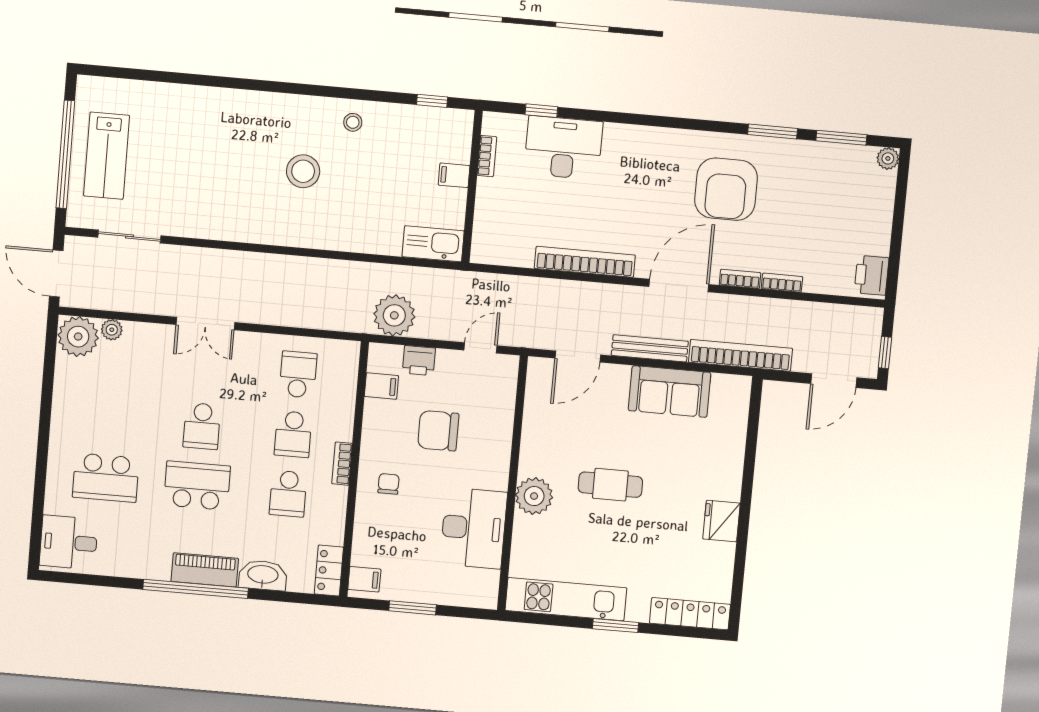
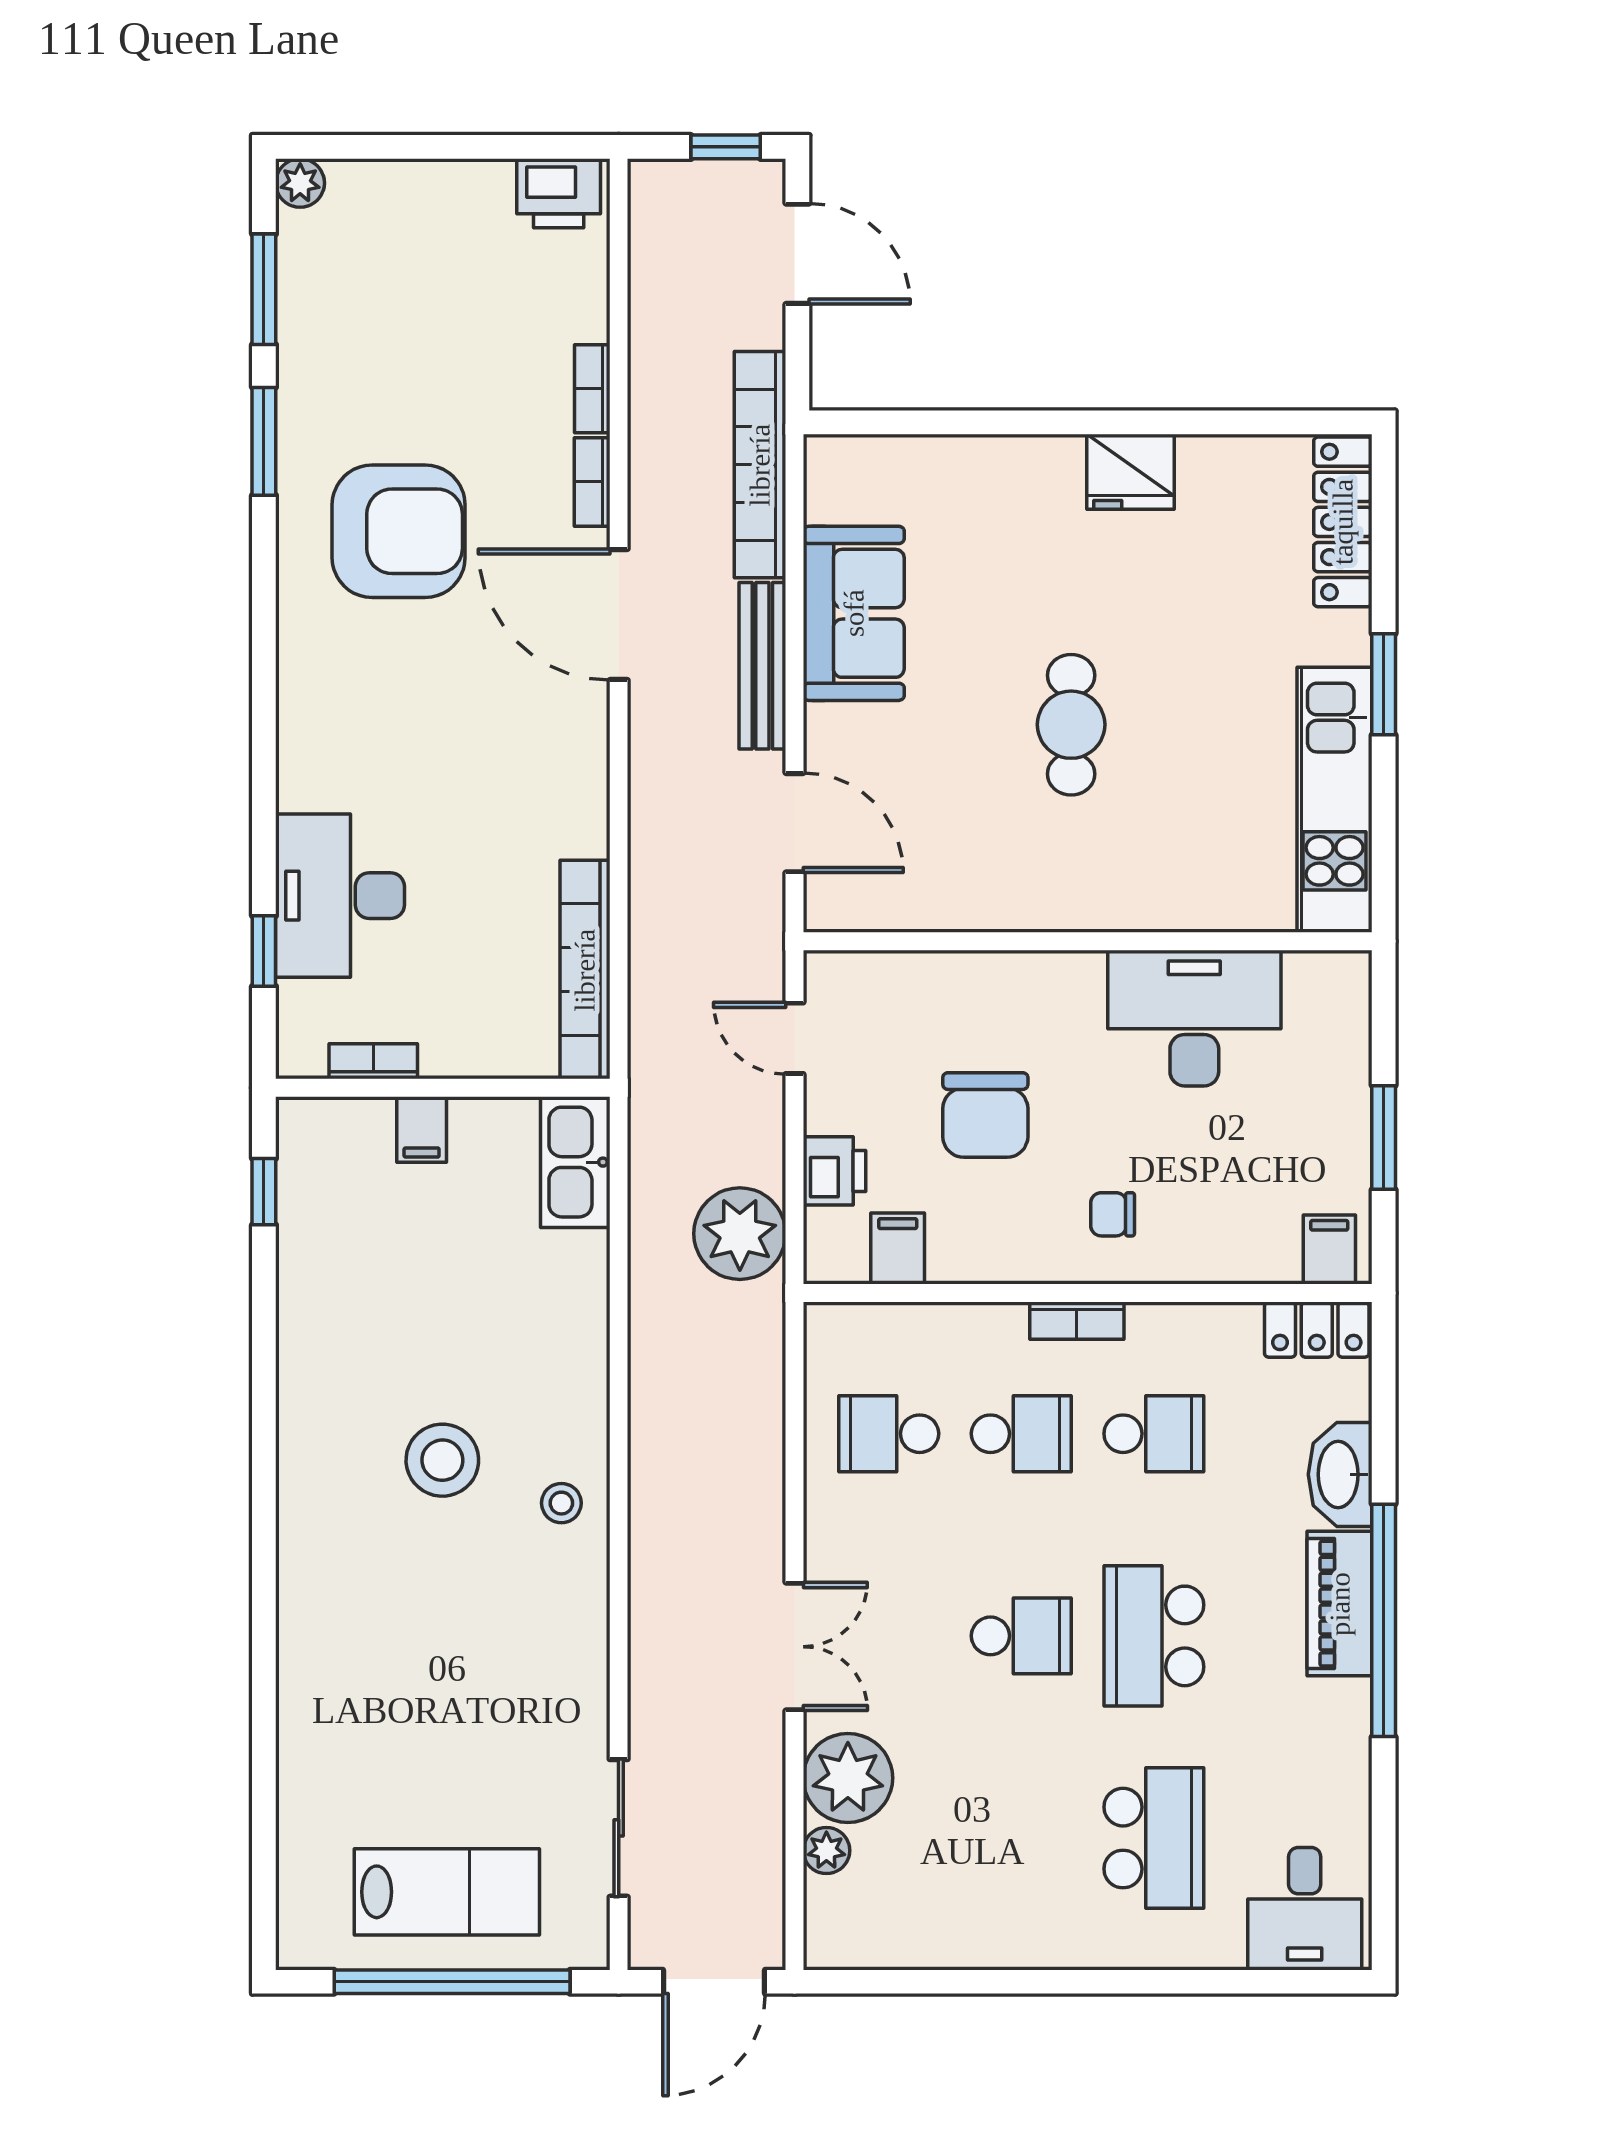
stool: (353, 122) -> (561, 1503), moved
bookcase: (585, 262) -> (585, 970), moved
plant: (78, 337) -> (848, 1778), moved
plant: (534, 496) -> (1111, 891), removed

